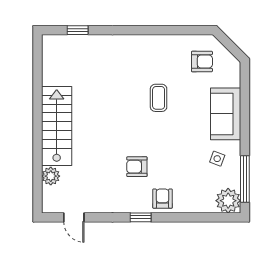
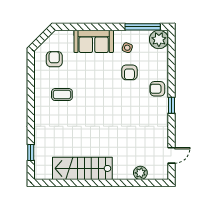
coffee table: (159, 98) -> (62, 95), moved
stairs: (57, 126) -> (82, 168), moved
armchair: (137, 167) -> (129, 72), moved

